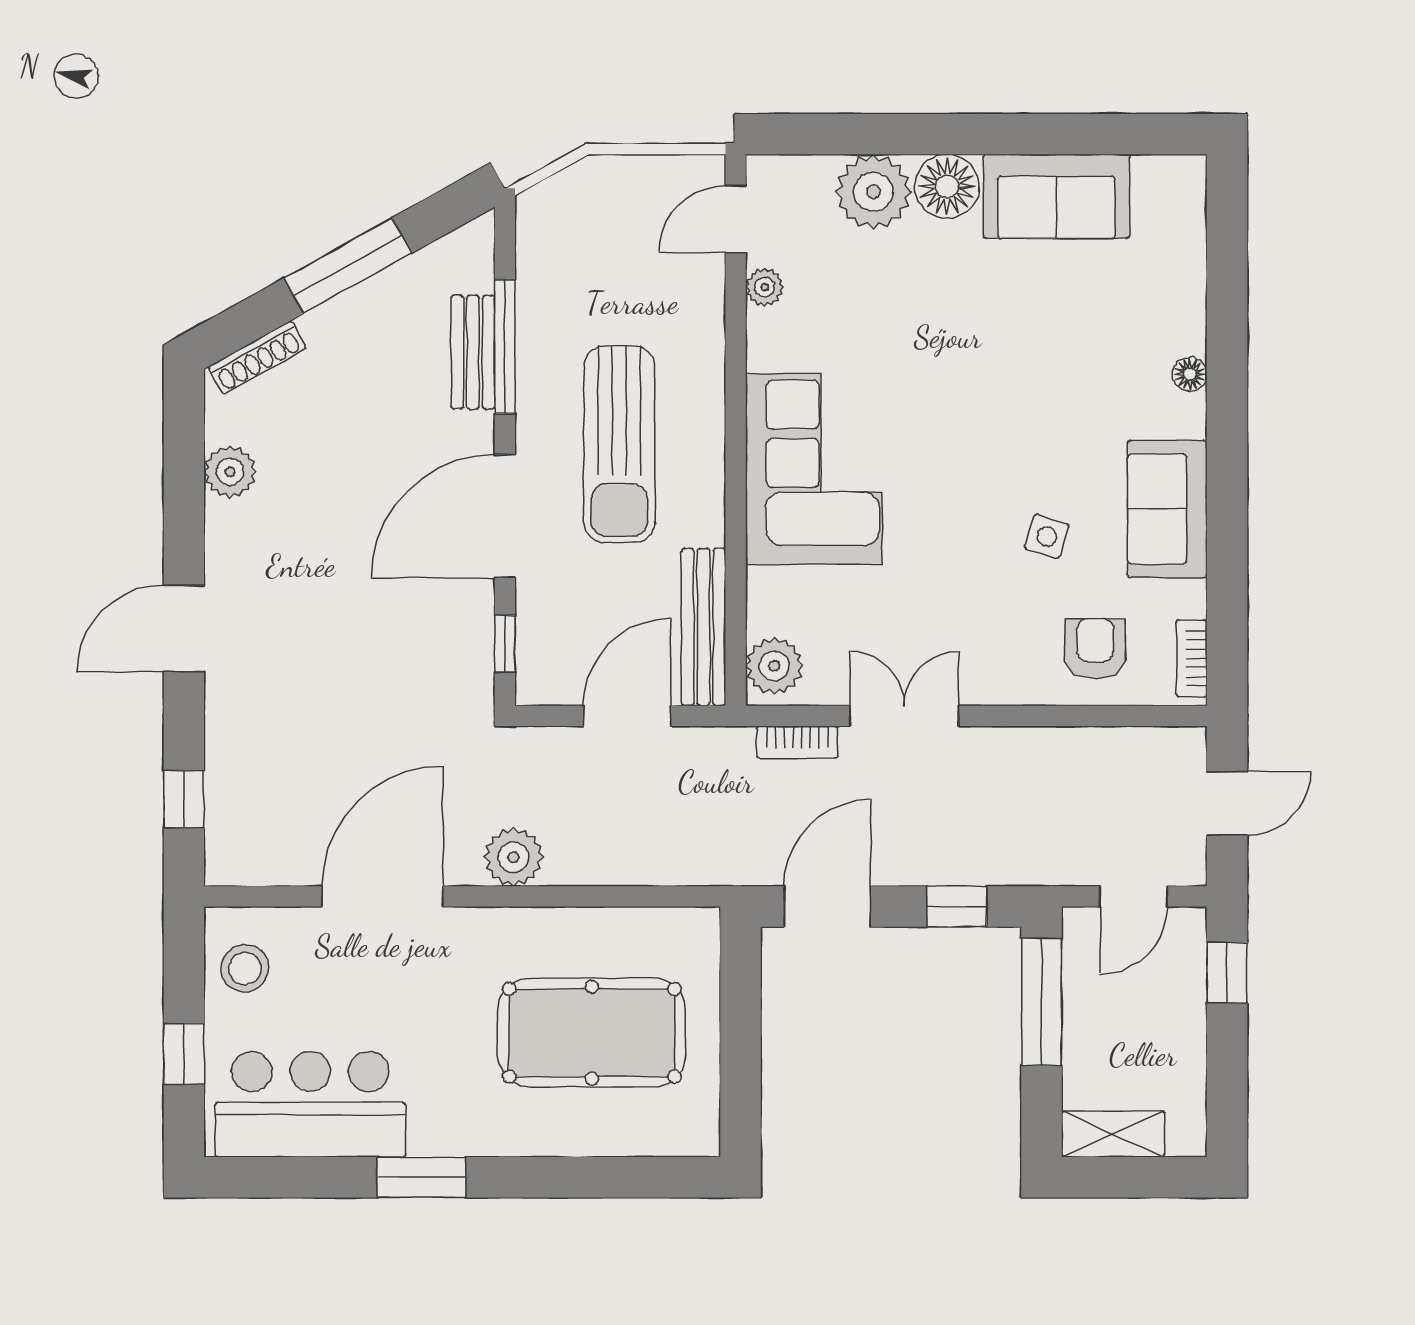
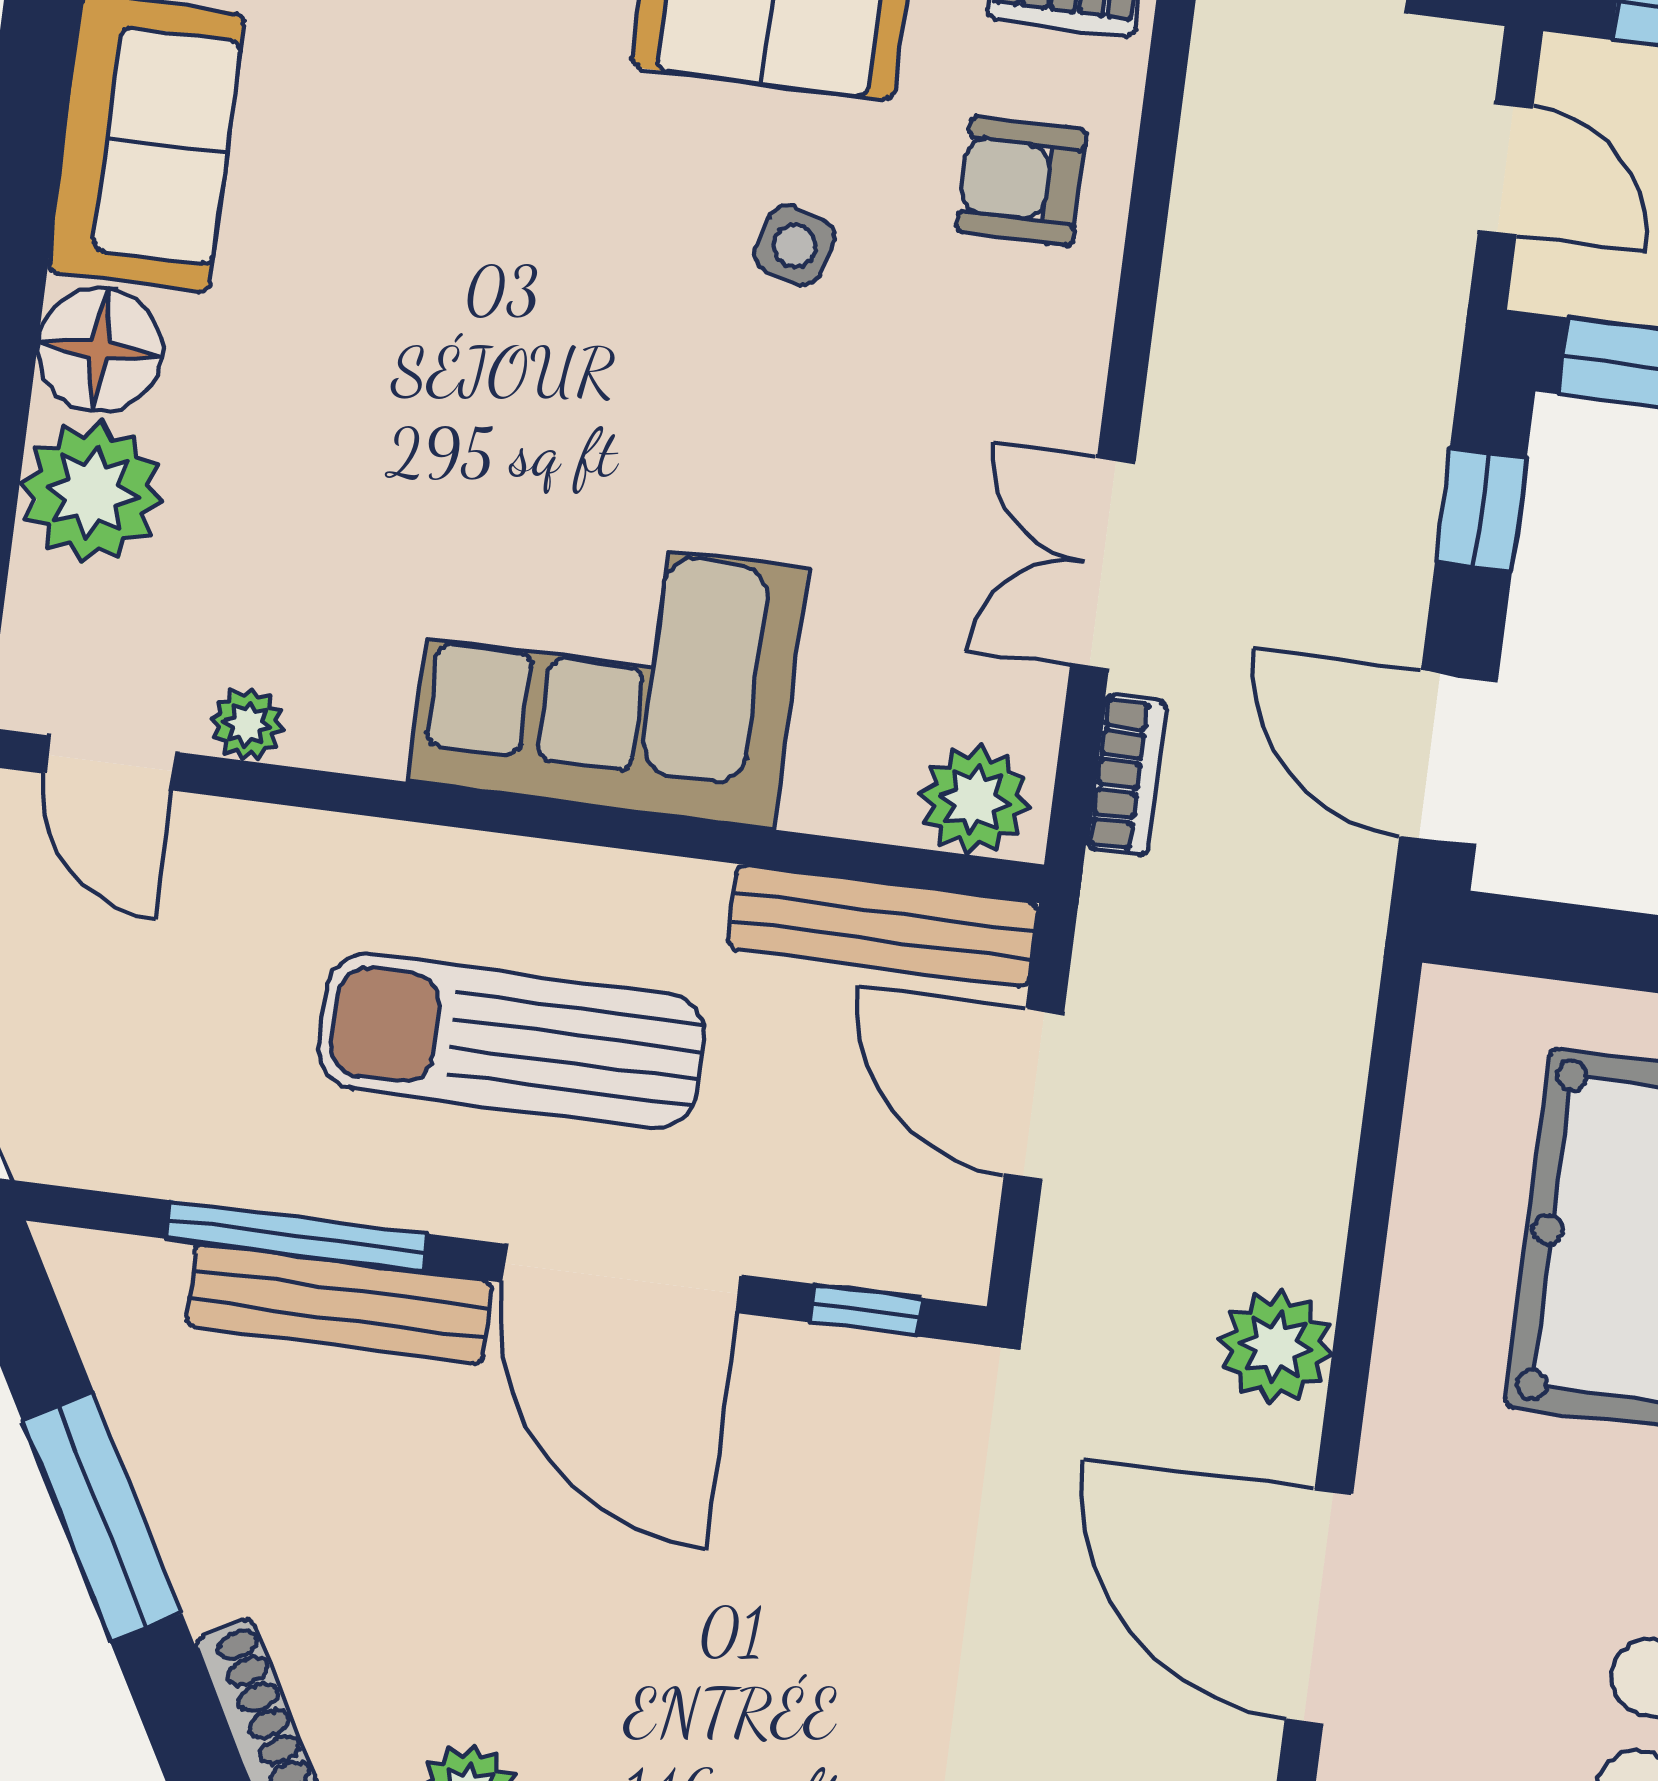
bench: (473, 352) -> (339, 1304), width x1.36
sun lounger: (619, 444) -> (511, 1041), turned 180

